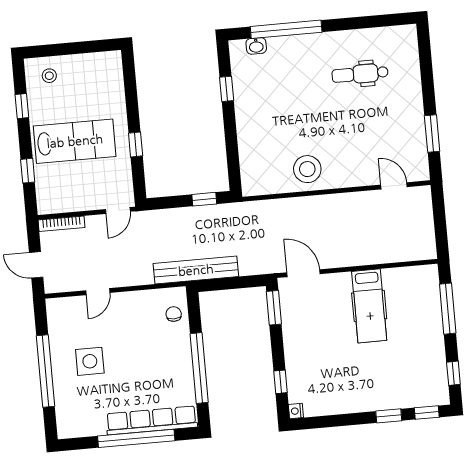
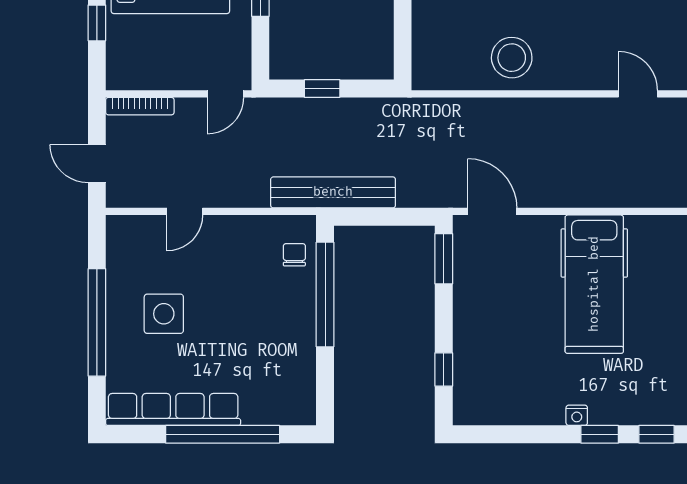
window: (204, 199) -> (322, 89), moved
hospital bed: (369, 306) -> (594, 284), width x1.37, depth x1.29
window: (199, 368) -> (325, 294), moved
nightstand: (296, 411) -> (577, 415), moved, turned -90
row of seats: (152, 420) -> (173, 409), moved

